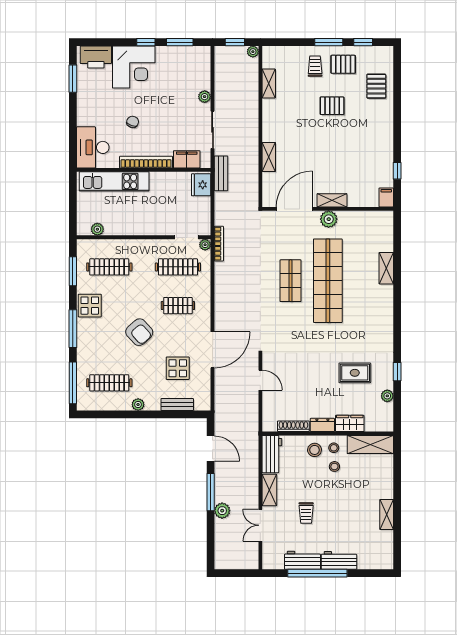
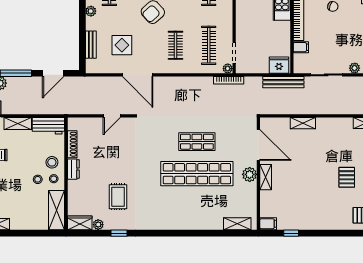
filing cabinet: (187, 159) -> (301, 47), width x0.50
bench: (221, 173) -> (283, 82), width x1.36
shelving: (386, 268) -> (237, 224), moved
wardrobe: (350, 423) -> (80, 223), moved, turned -90

